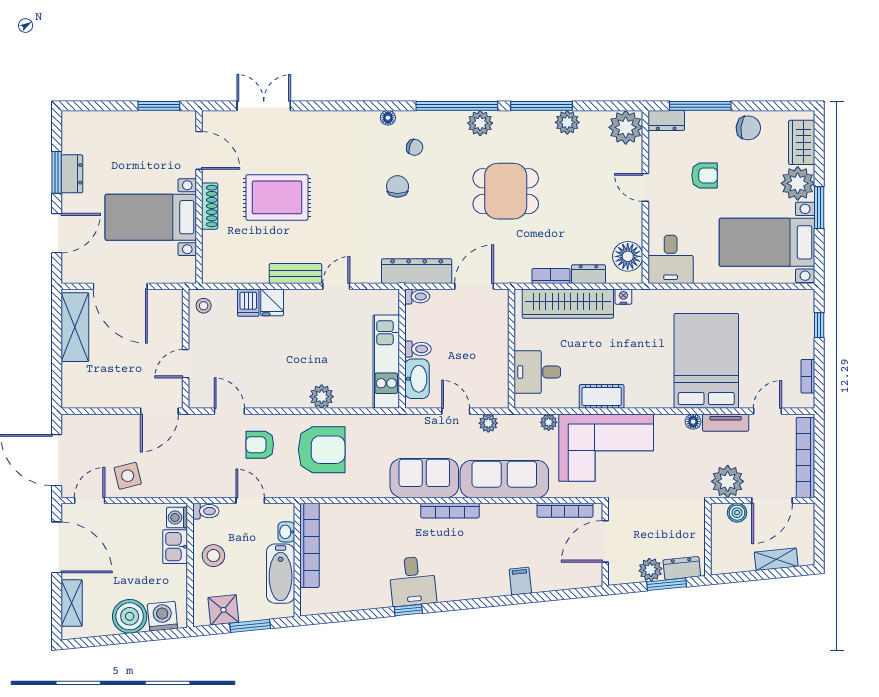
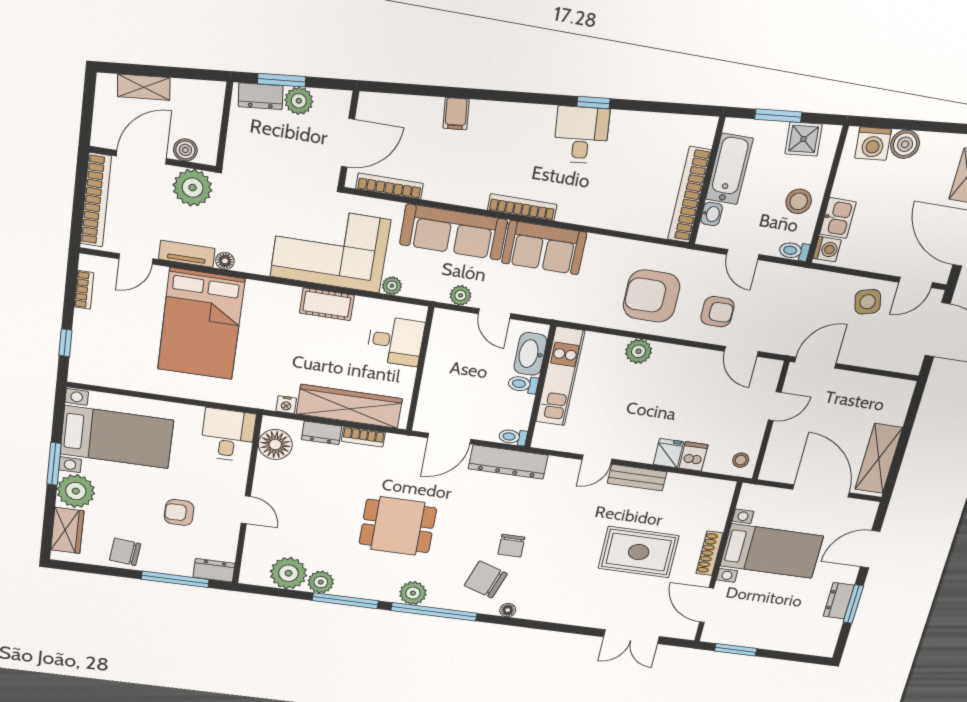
plant: (626, 127) -> (288, 573), moved
chair: (415, 147) -> (486, 580), width x1.87, depth x1.87
boiler: (130, 616) -> (905, 144), width x0.73, depth x0.73

